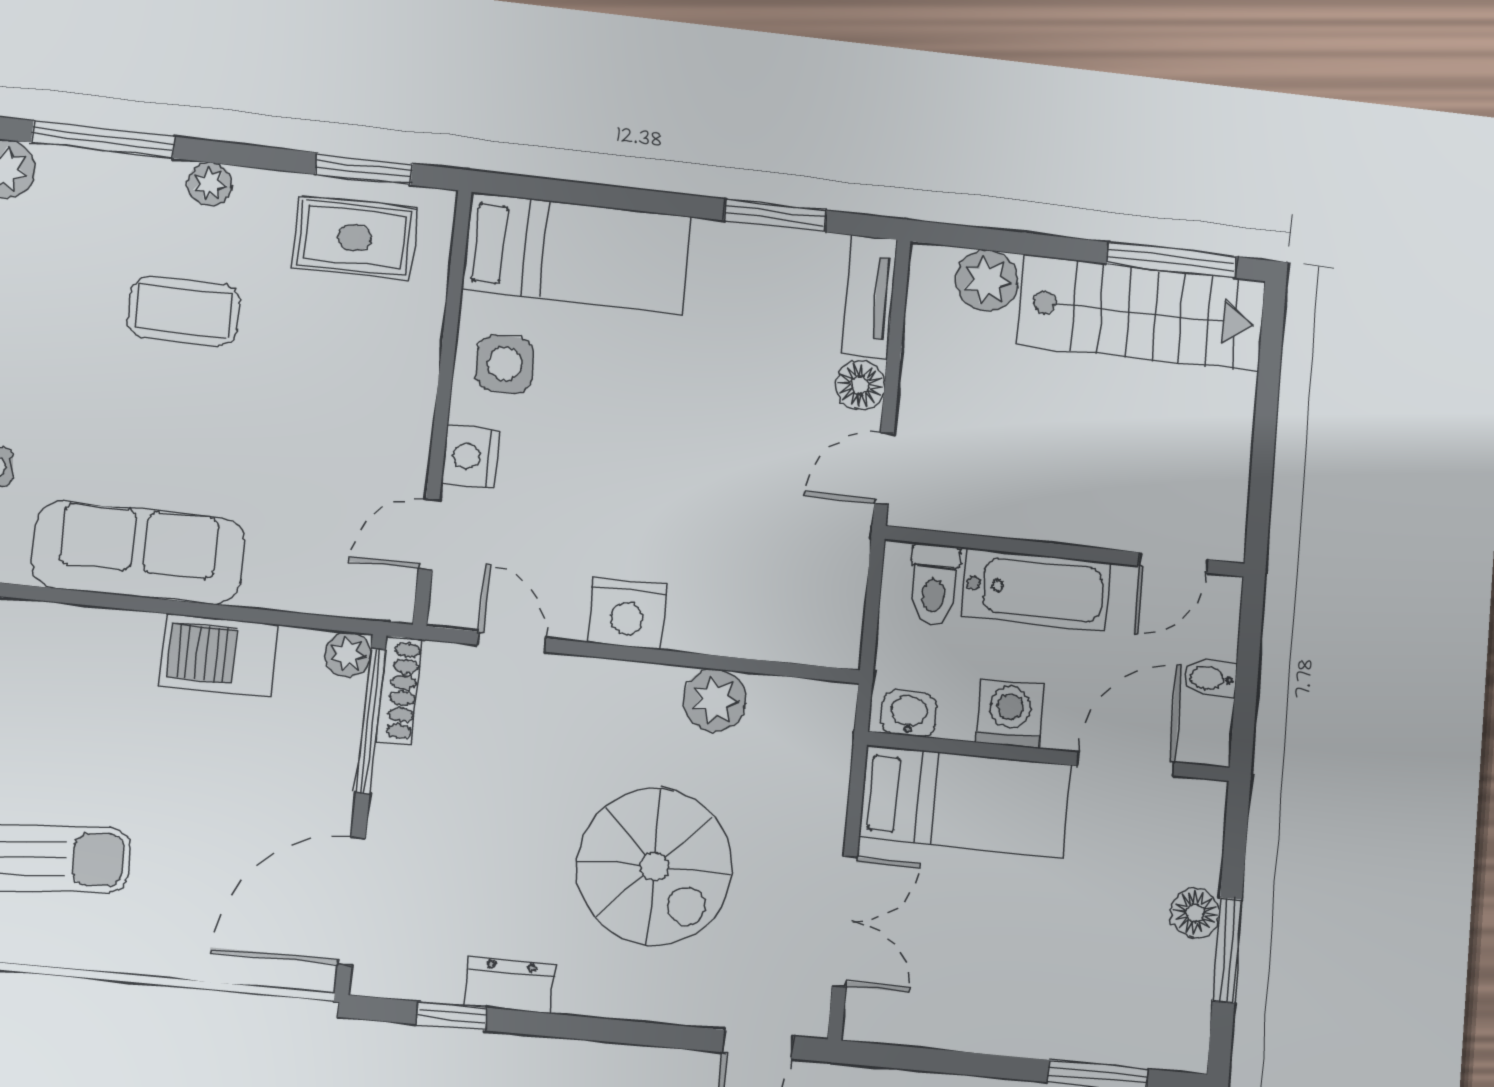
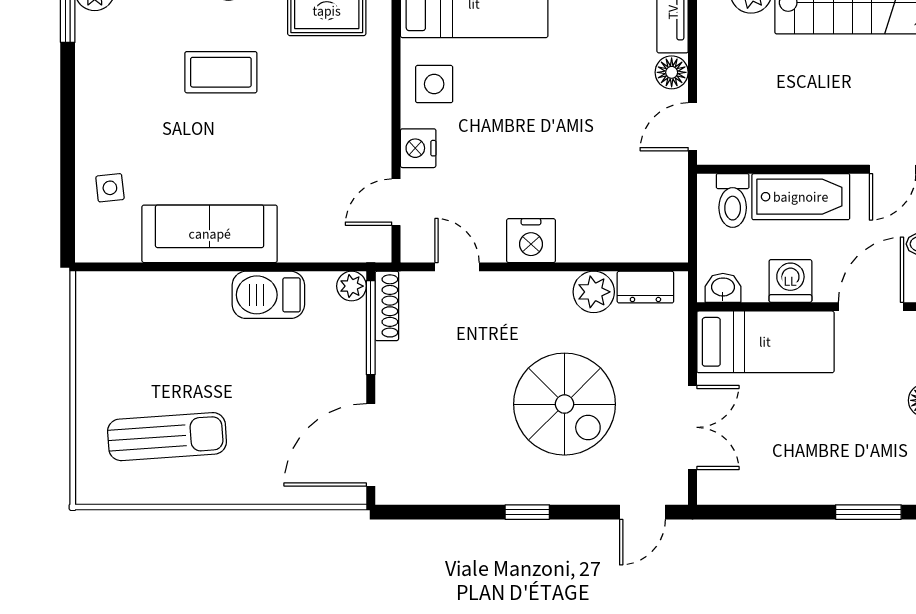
dresser: (510, 985) -> (645, 287), moved, turned 180
window: (452, 1016) -> (527, 512), moved

